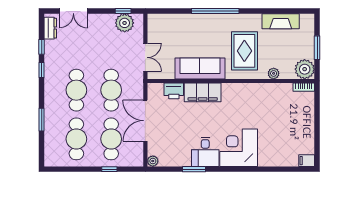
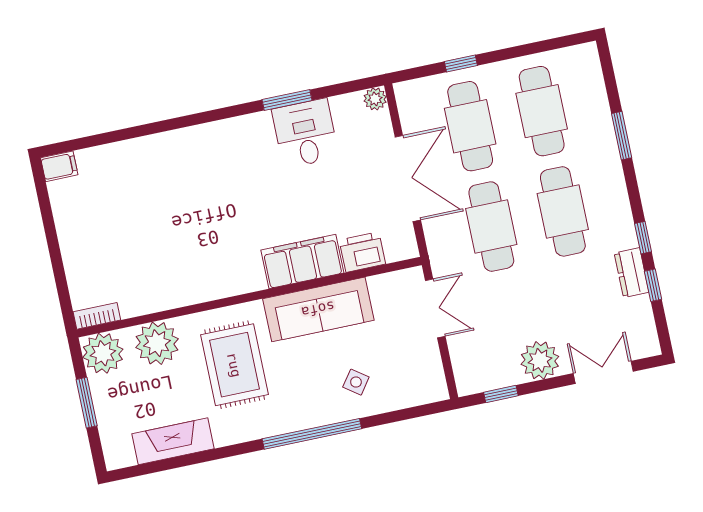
plant: (125, 23) -> (540, 360), moved
dresser: (50, 28) -> (632, 273), moved
side table: (190, 31) -> (356, 382), added
double door: (145, 57) -> (435, 308), swing flipped
plant: (274, 73) -> (157, 343), width x1.88, depth x1.88
corner desk: (239, 148) -> (205, 163), removed
desk: (205, 152) -> (305, 133), moved

